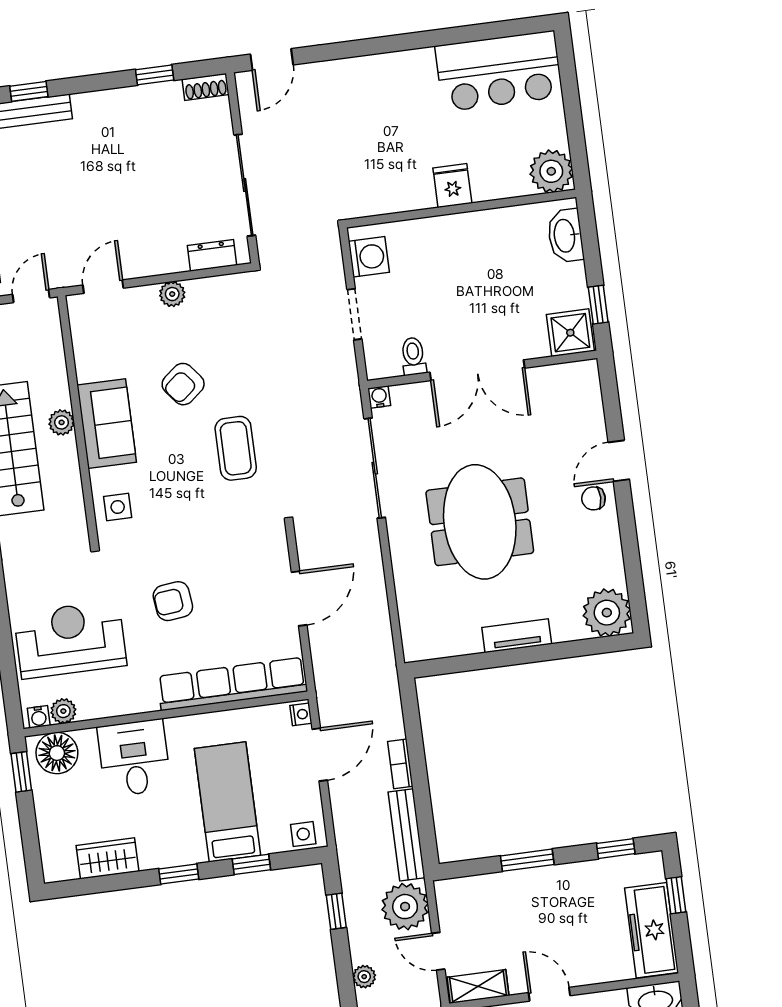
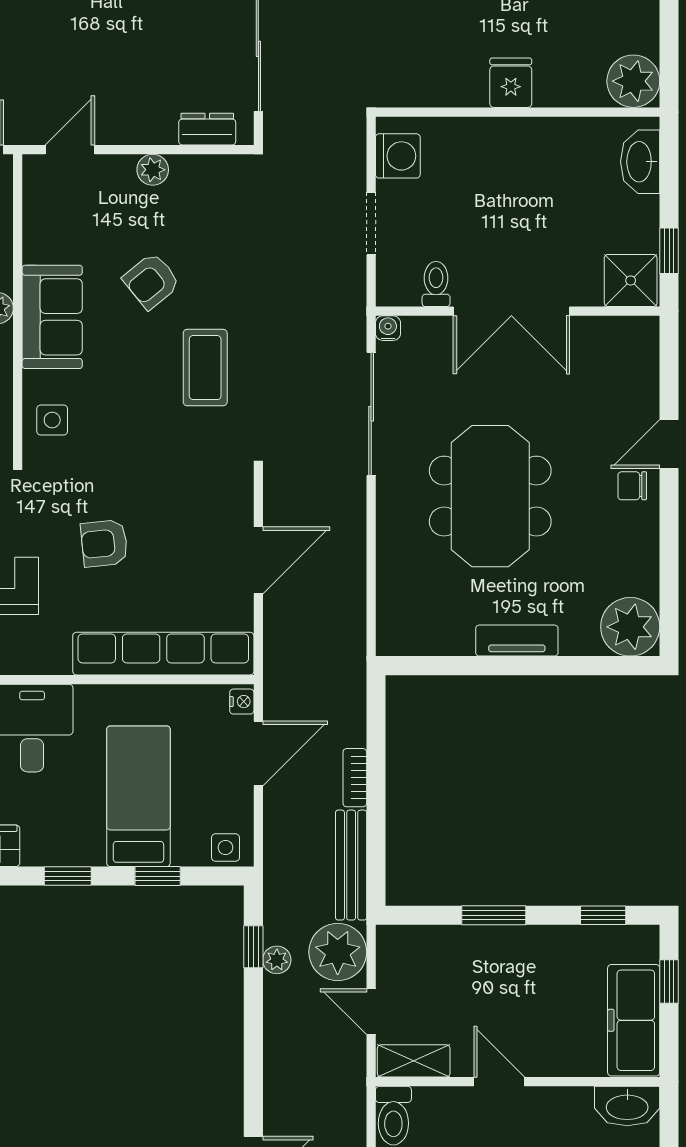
plant: (364, 977) -> (277, 960), moved

